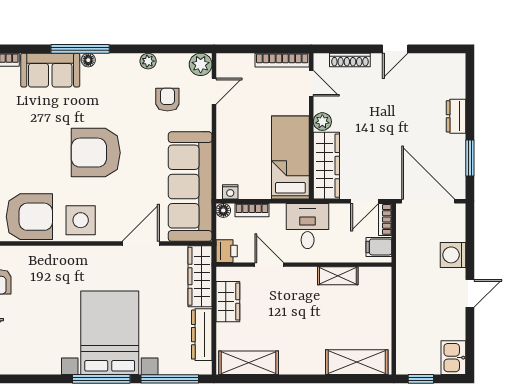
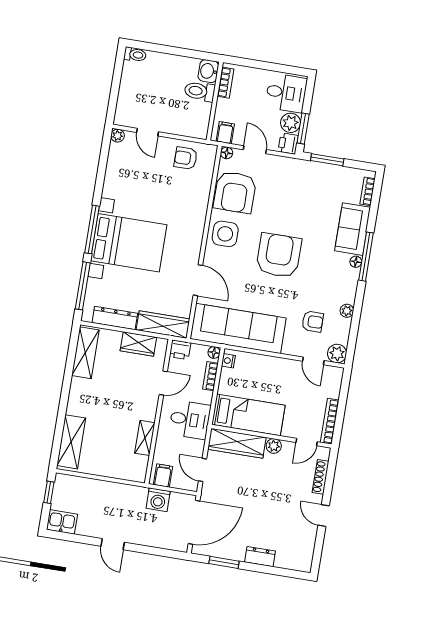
bookcase: (385, 219) -> (185, 484), removed
washing machine: (453, 255) -> (158, 500), moved, turned 180

